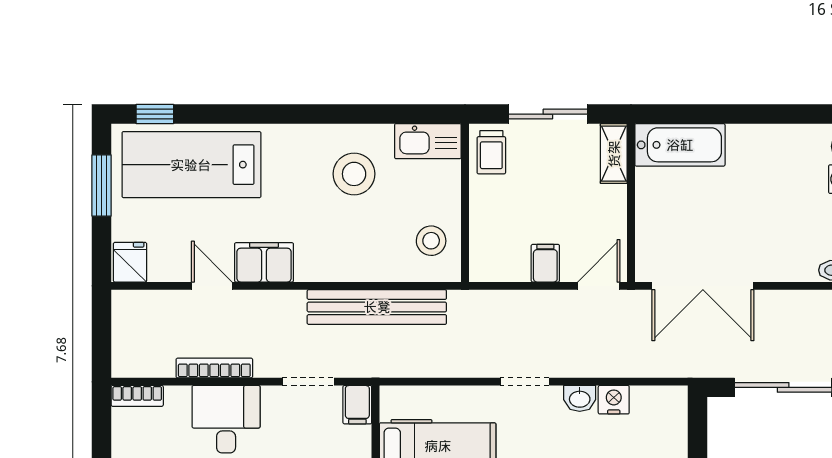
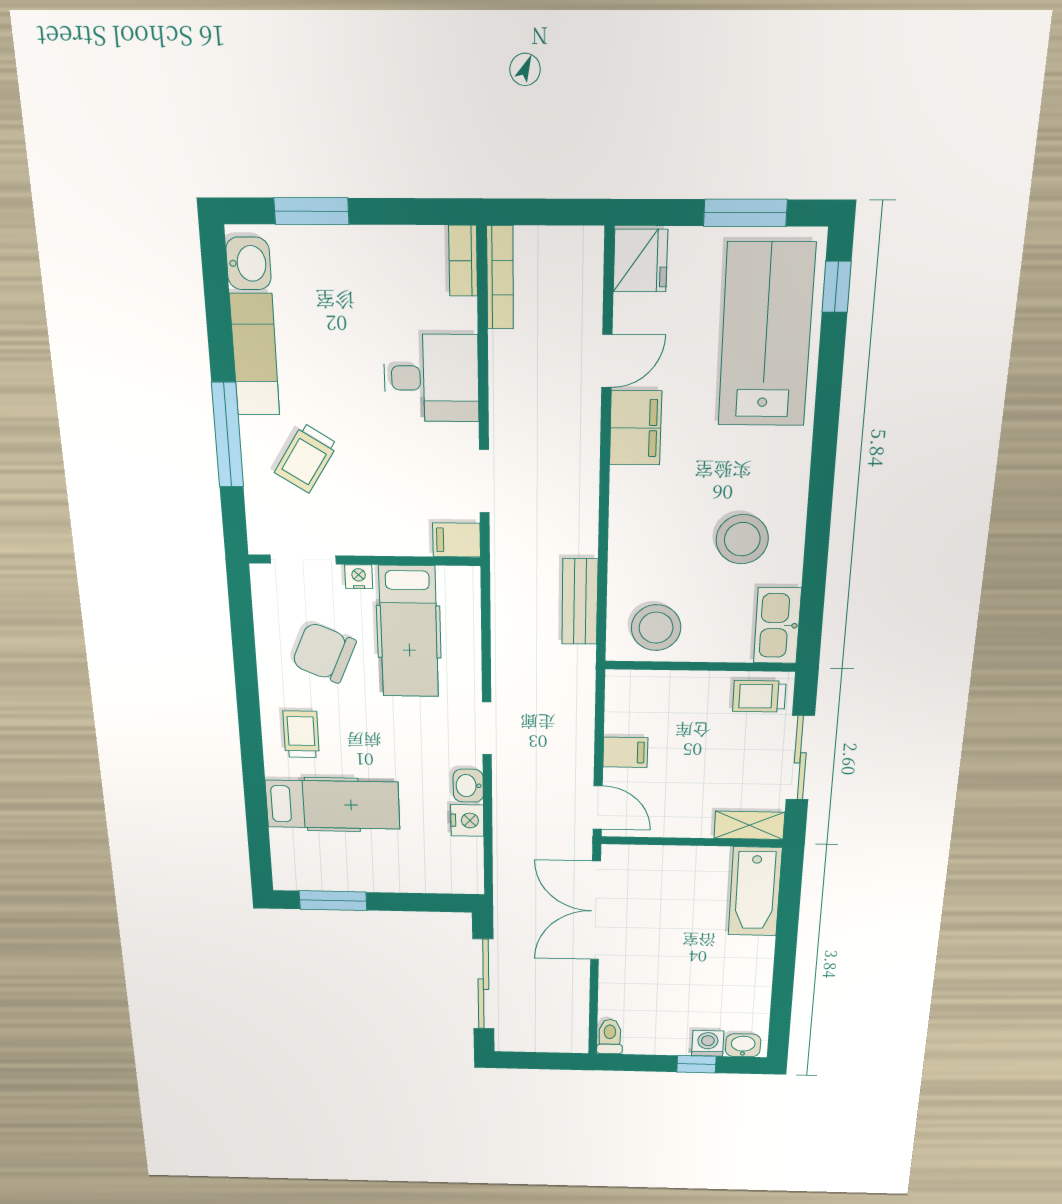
stool: (431, 241) -> (656, 628), width x1.38, depth x1.38
fridge: (130, 262) -> (640, 261), width x1.38
bench: (377, 307) -> (580, 602), width x0.54, depth x0.82
bookcase: (214, 368) -> (500, 278), moved

